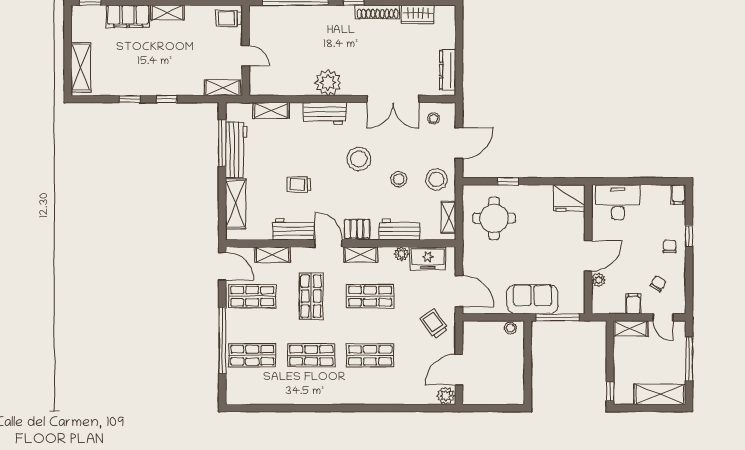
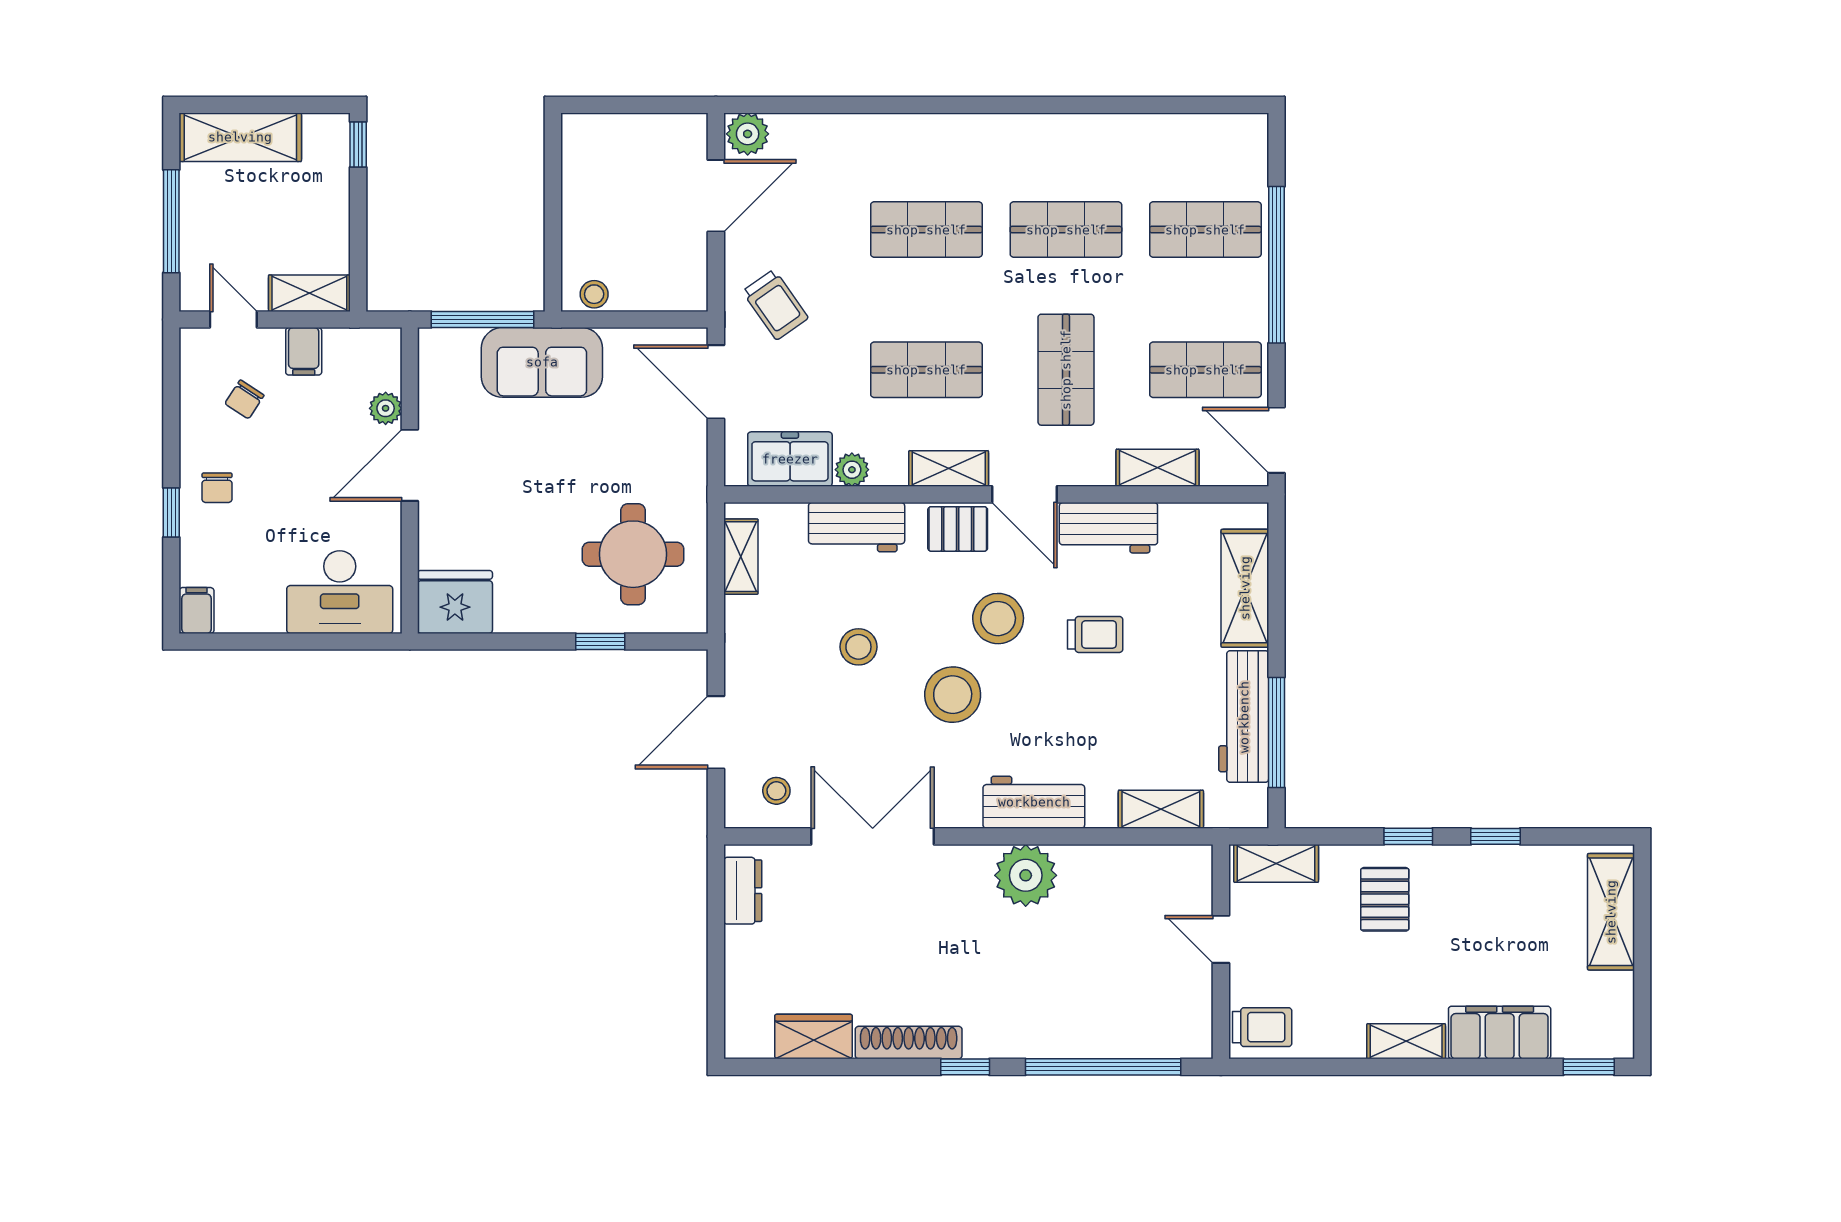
dresser: (448, 70) -> (743, 891), width x0.70
pallet: (177, 72) -> (1385, 899), added
stool: (436, 179) -> (998, 619), moved

